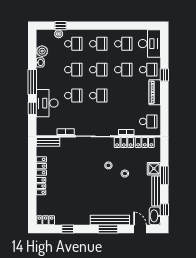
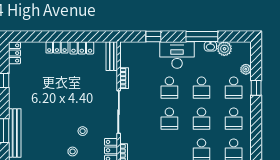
window: (61, 26) -> (256, 88), moved
window: (32, 82) -> (202, 37), moved
desk: (47, 103) -> (177, 55), moved

